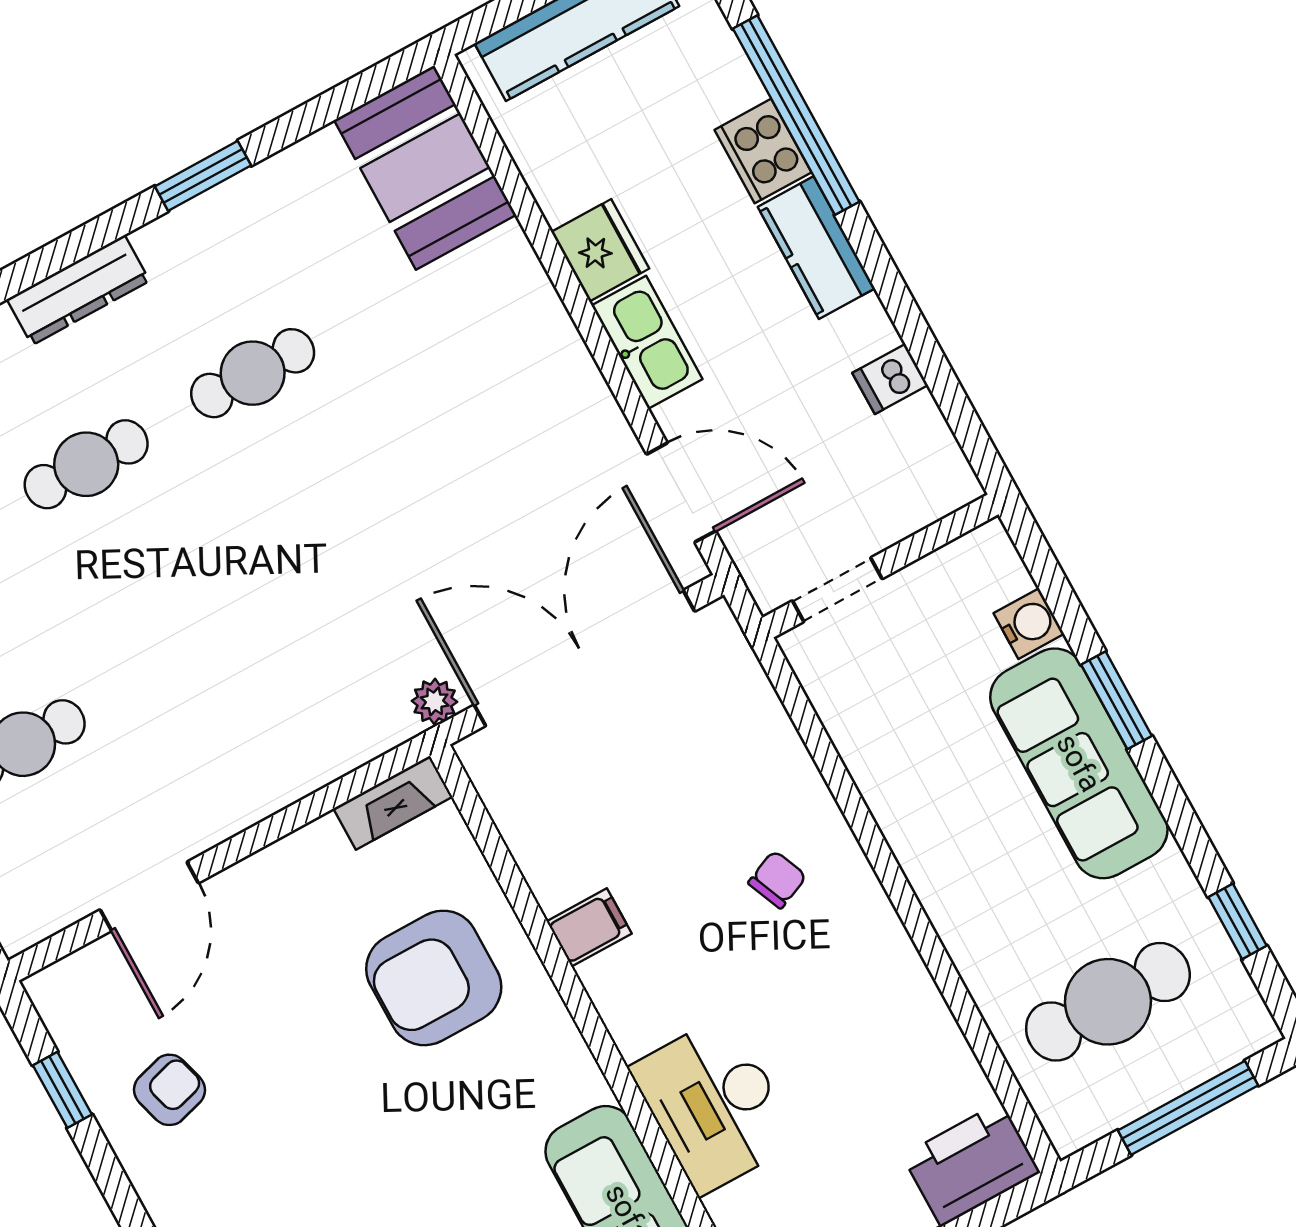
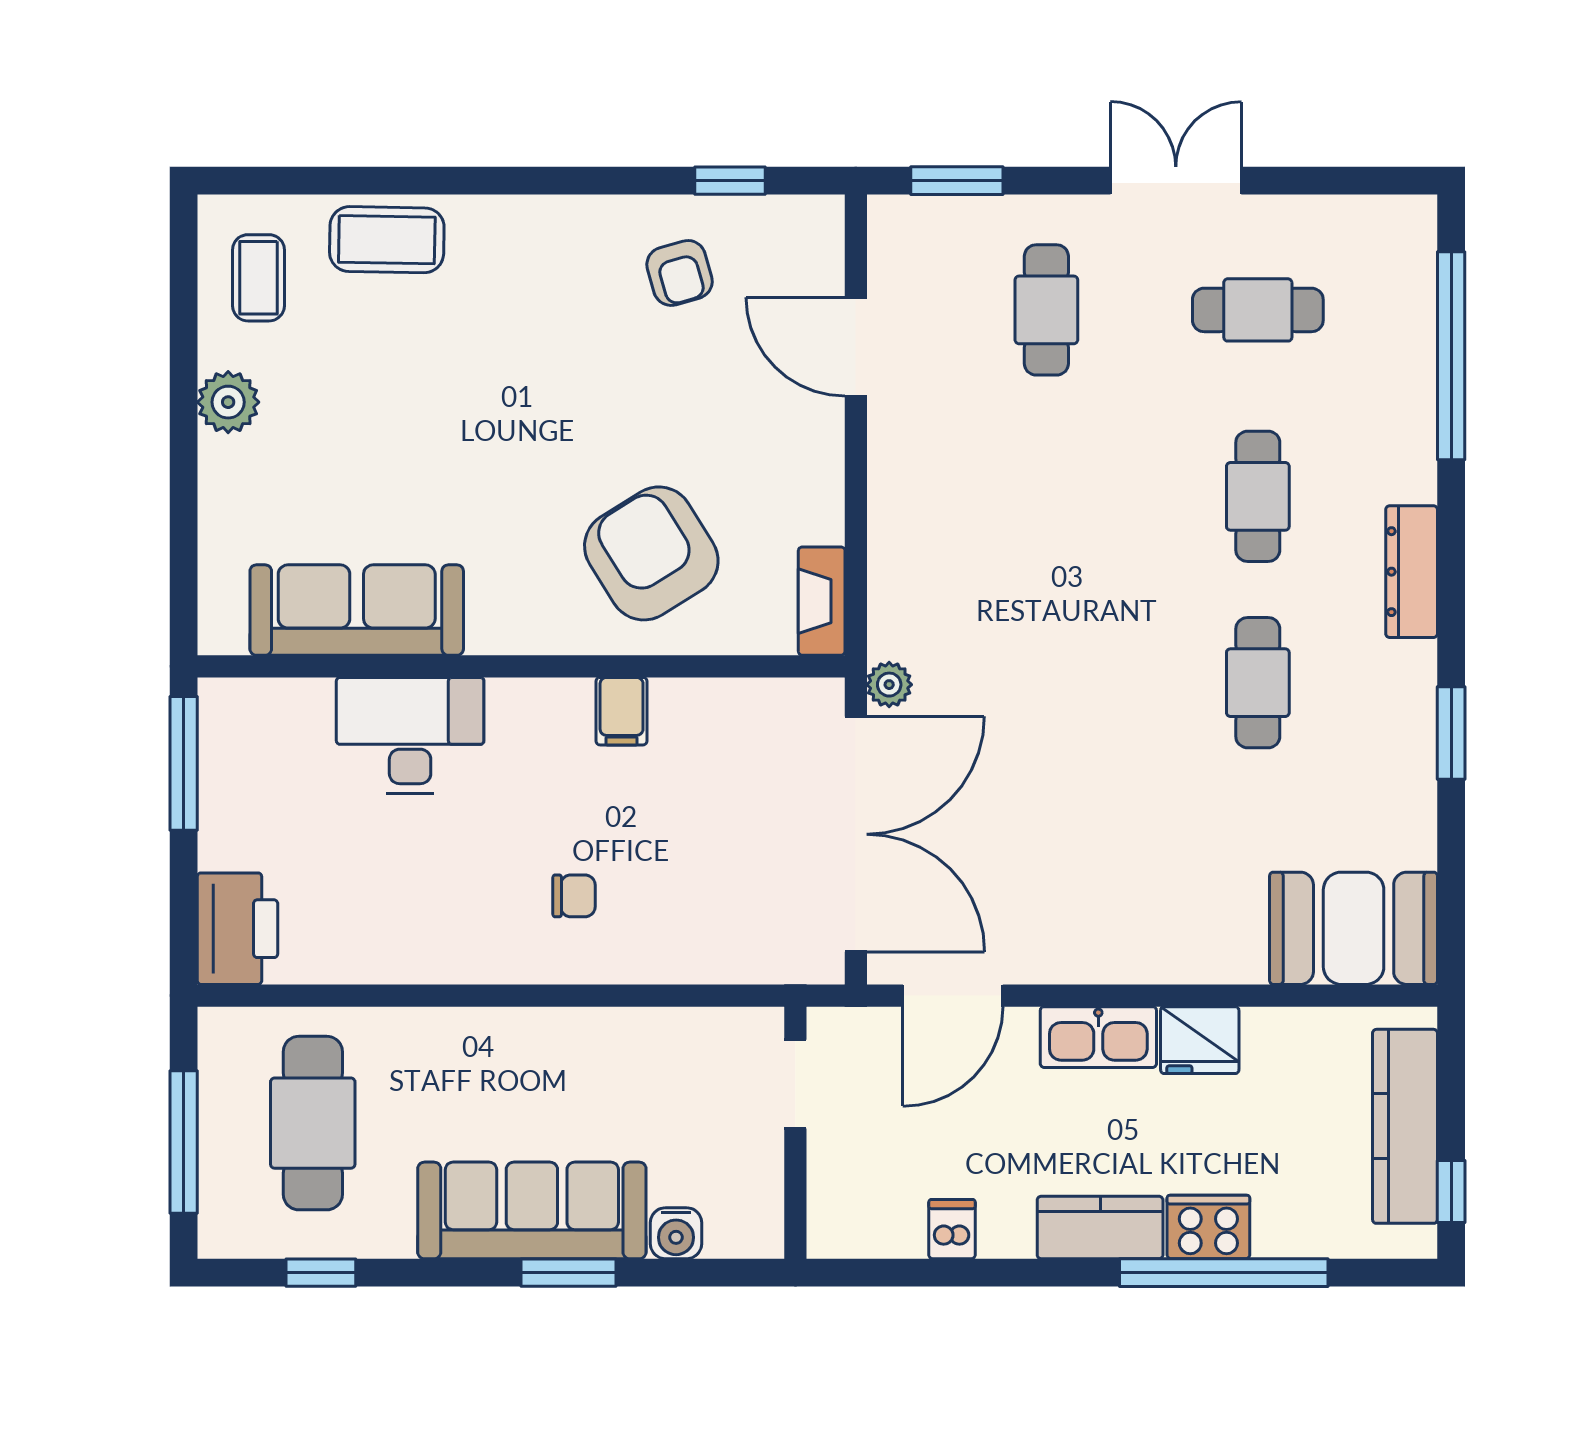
chair: (777, 880) -> (574, 896), turned -67
armchair: (434, 978) -> (651, 553), turned -32

